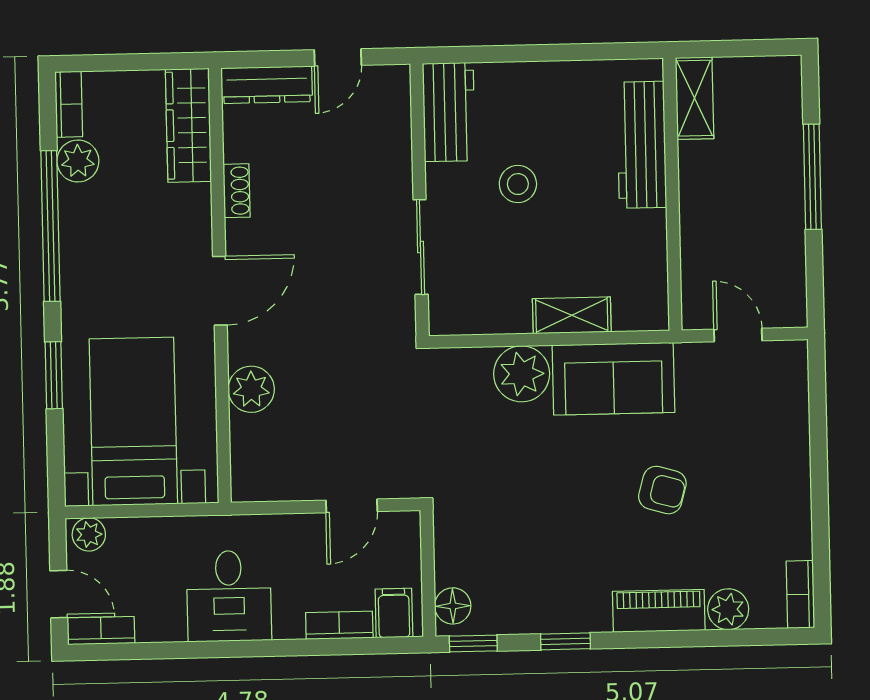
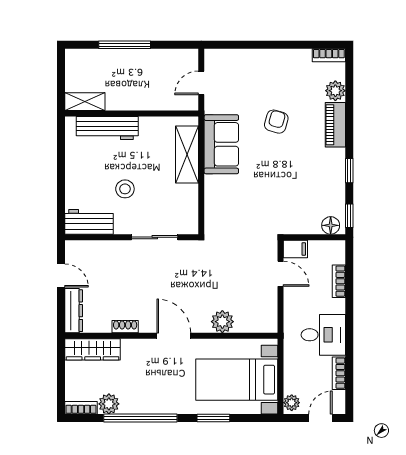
shelving: (572, 315) -> (187, 154), width x1.50, depth x1.33
plant: (522, 374) -> (218, 189), removed
filing cabinet: (394, 613) -> (295, 249), moved, turned 180
bookcase: (101, 631) -> (339, 373), moved

